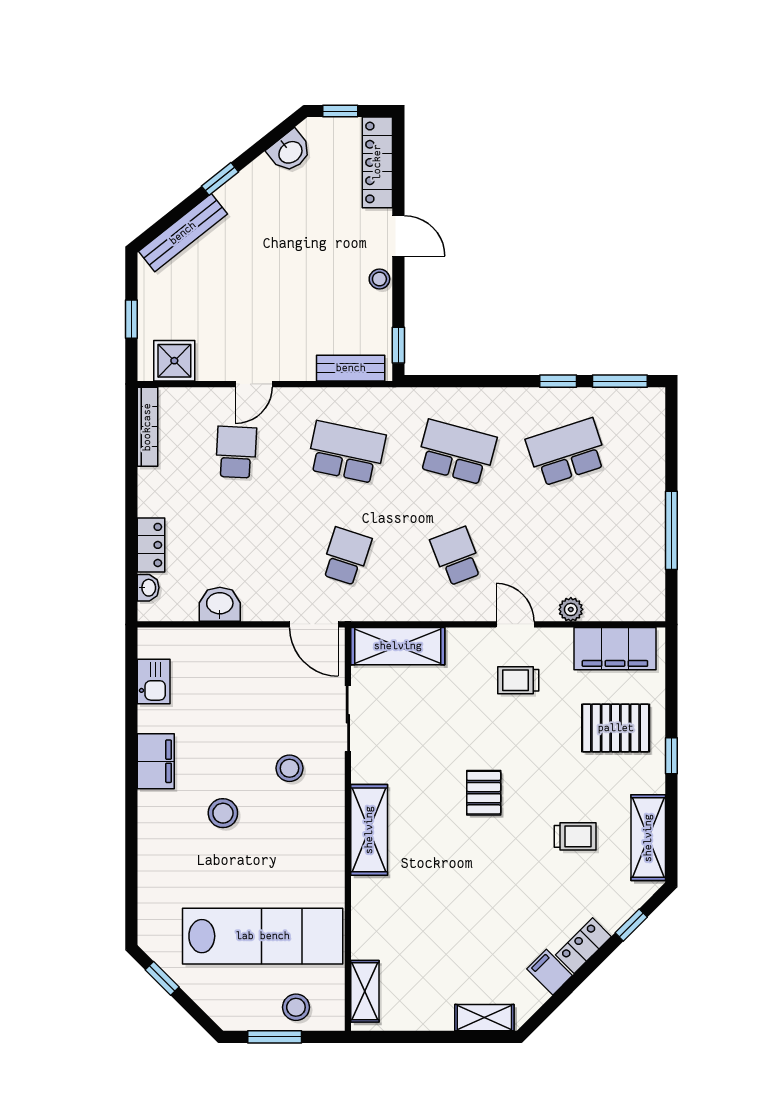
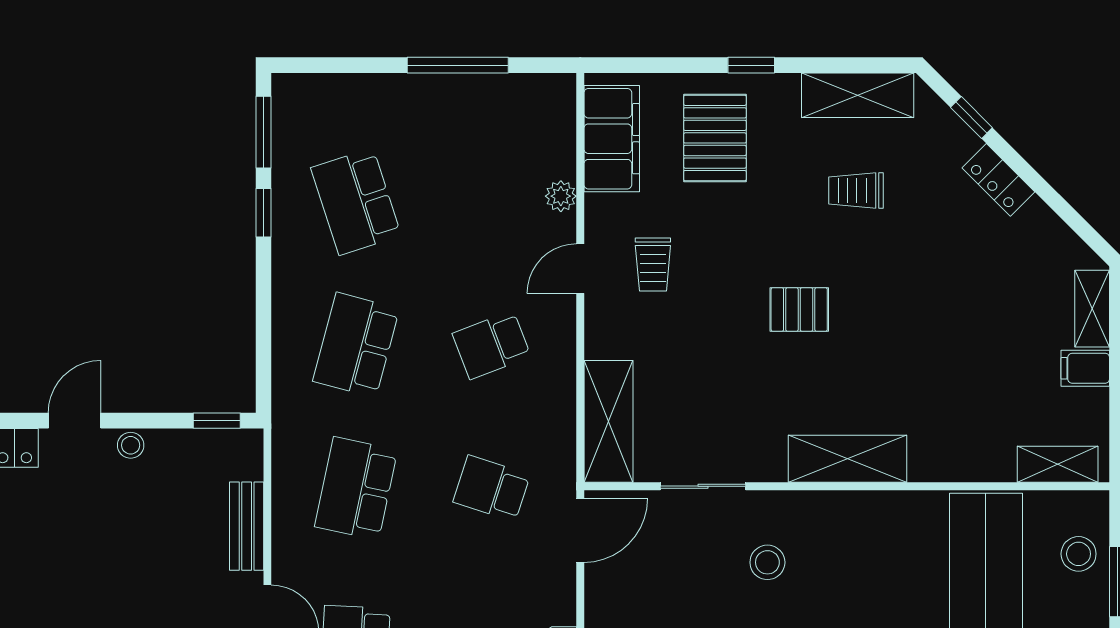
bench: (351, 368) -> (247, 526), moved
trolley: (575, 836) -> (856, 190), turned -90
filing cabinet: (550, 972) -> (1085, 368), moved, turned 45

